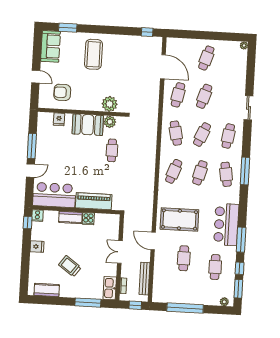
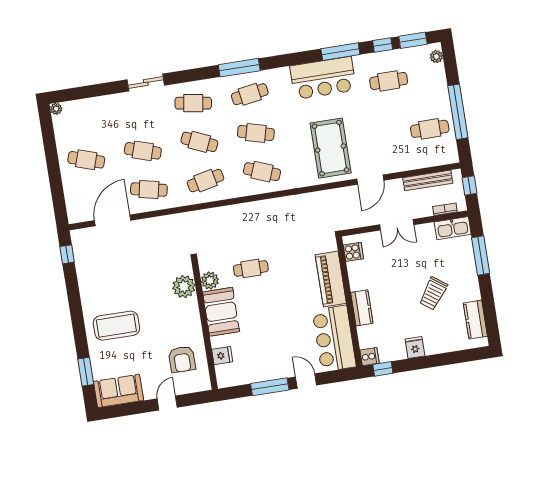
cooker: (88, 219) -> (353, 252), moved
cafe table: (184, 258) -> (430, 129), moved

